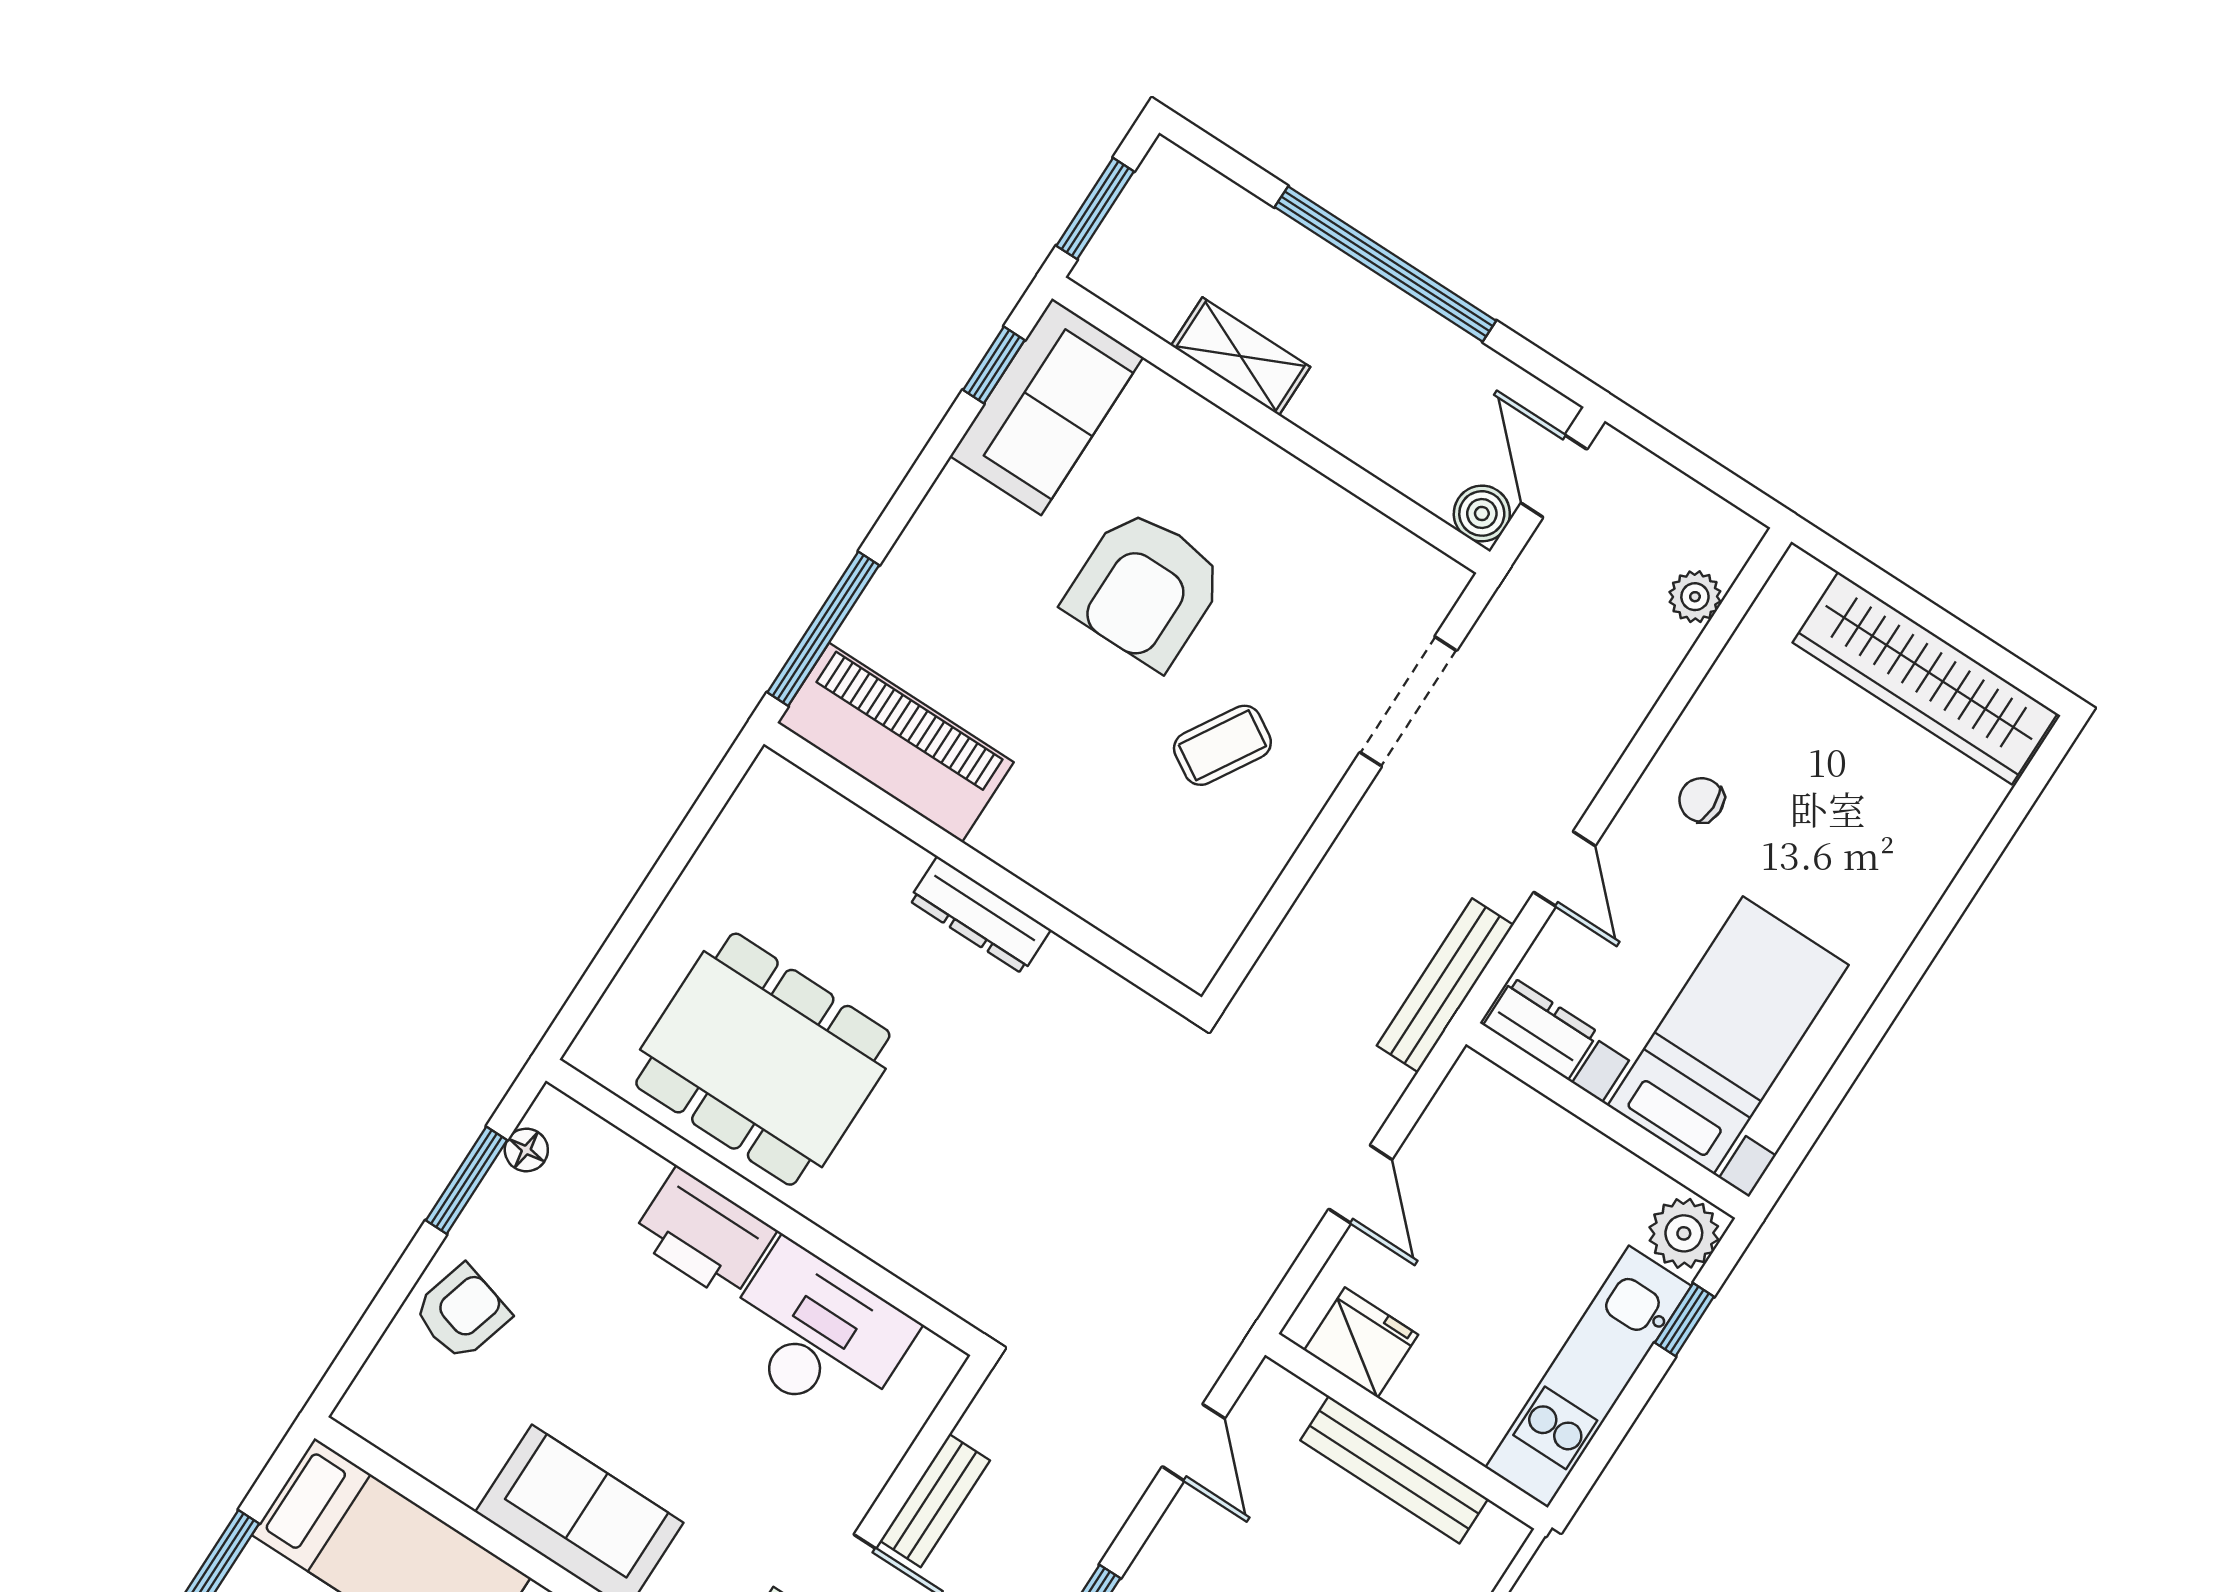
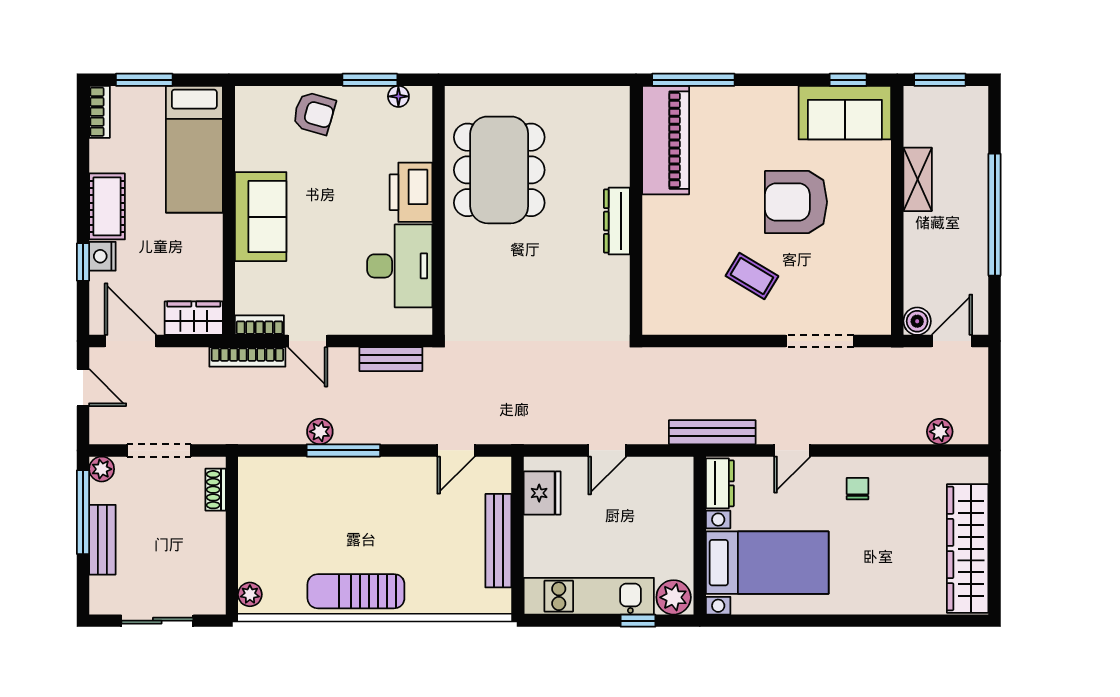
bench: (935, 1501) -> (391, 359), moved

